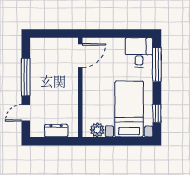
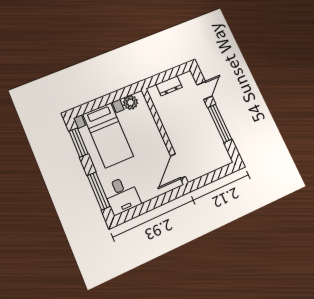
window: (157, 113) -> (79, 142), width x1.50

